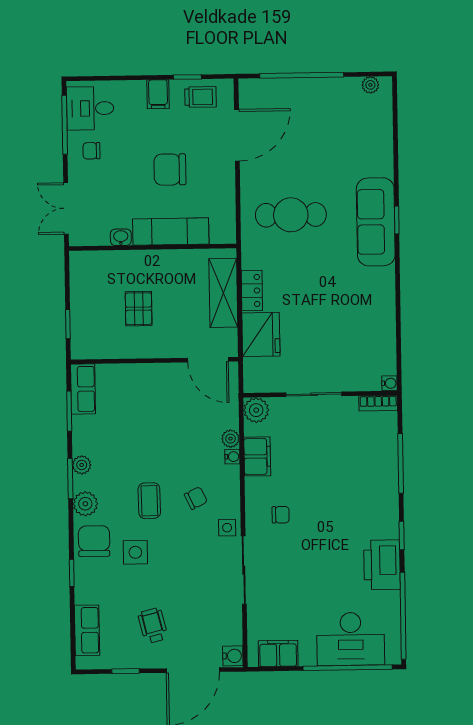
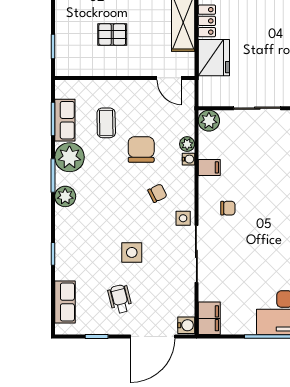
pallet: (139, 309) -> (112, 34), turned 90
door: (208, 360) -> (169, 78), width x0.73
row of seats: (83, 389) -> (65, 120), moved
filing cabinet: (257, 456) -> (209, 167), width x0.50
plant: (82, 465) -> (69, 157), width x1.88, depth x1.88
coffee table: (149, 501) -> (106, 123), moved
chair: (94, 541) -> (141, 149), moved
side table: (135, 552) -> (132, 252), moved
filing cabinet: (278, 653) -> (209, 318), moved, turned 90

